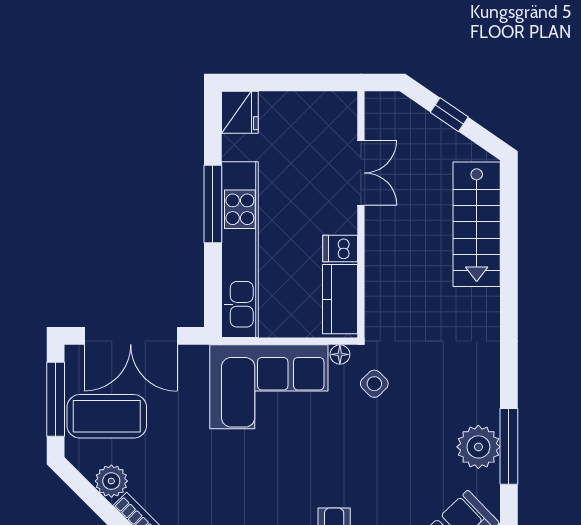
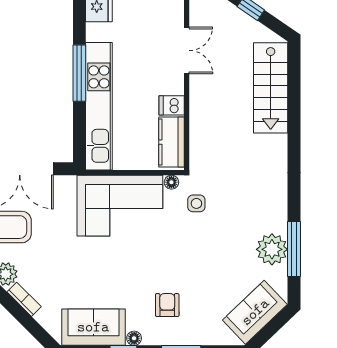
side table: (374, 384) -> (196, 203), turned 45

